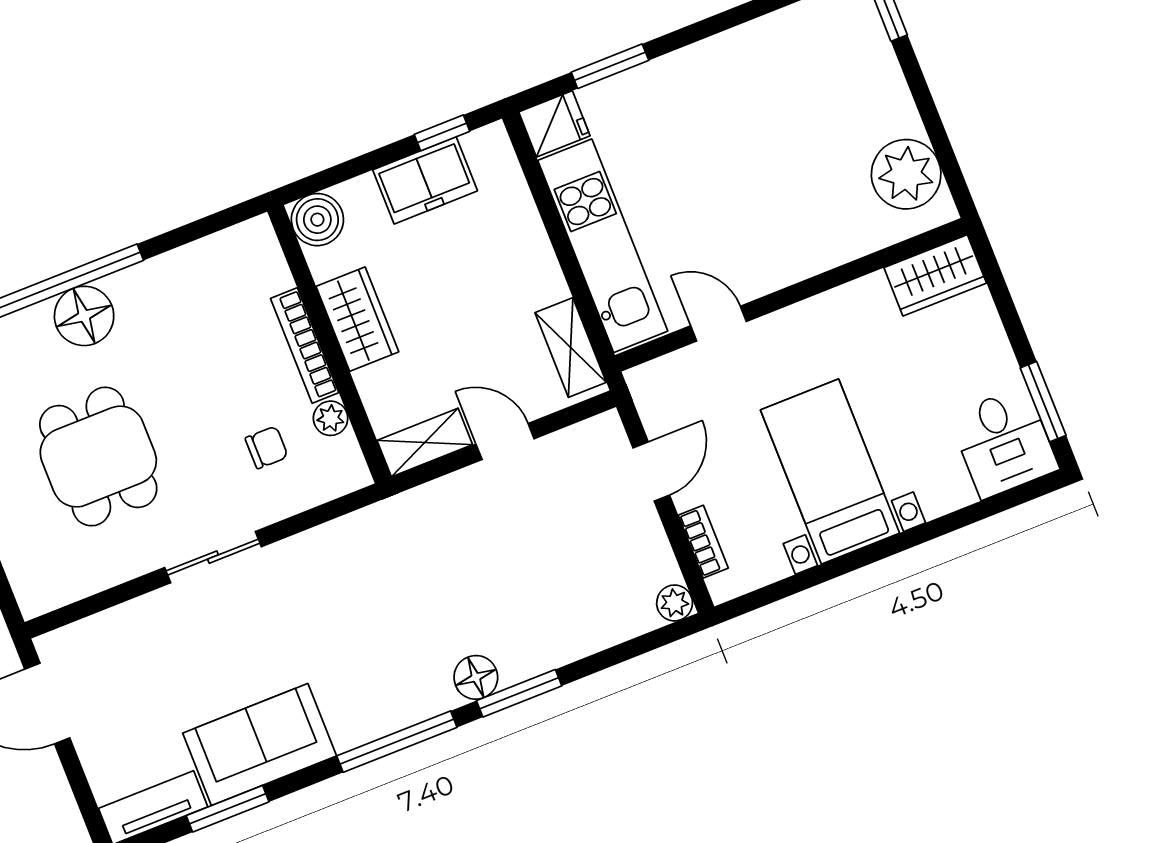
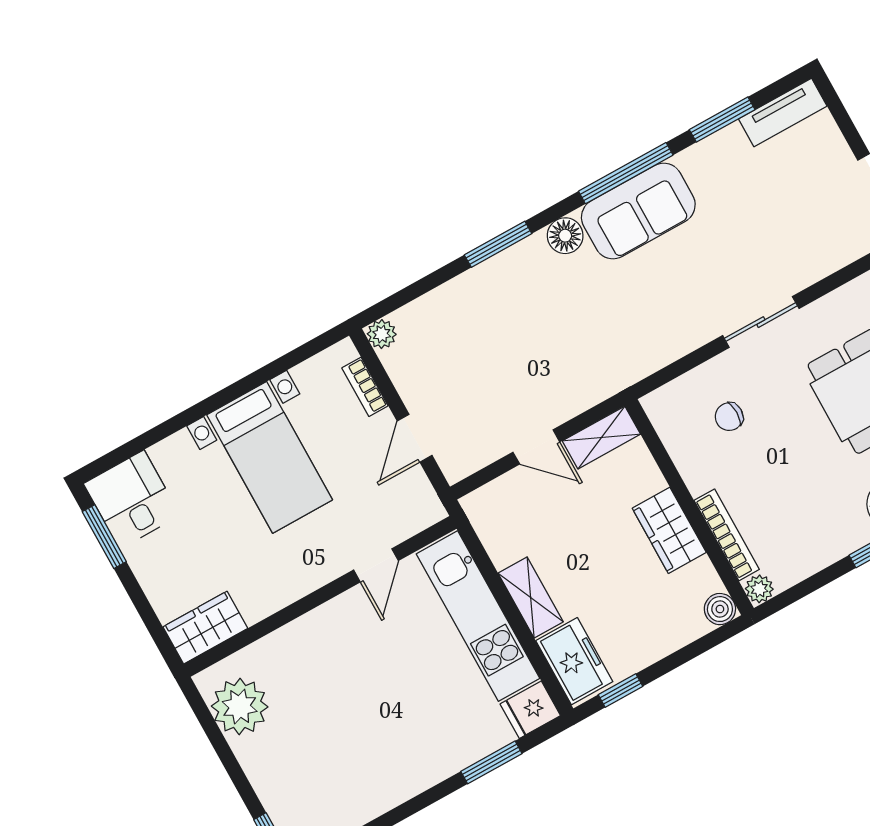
freezer: (425, 180) -> (574, 661), moved, turned 90
boiler: (317, 220) -> (720, 609), width x0.73, depth x0.73
door: (718, 324) -> (376, 565), hinge flipped
bookcase: (305, 346) -> (727, 535), moved
shelving: (571, 348) -> (531, 597), moved
plant: (331, 418) -> (759, 589), moved
floor lamp: (476, 677) -> (565, 236), moved
window: (397, 742) -> (626, 173), moved
sofa: (260, 745) -> (638, 211), moved

